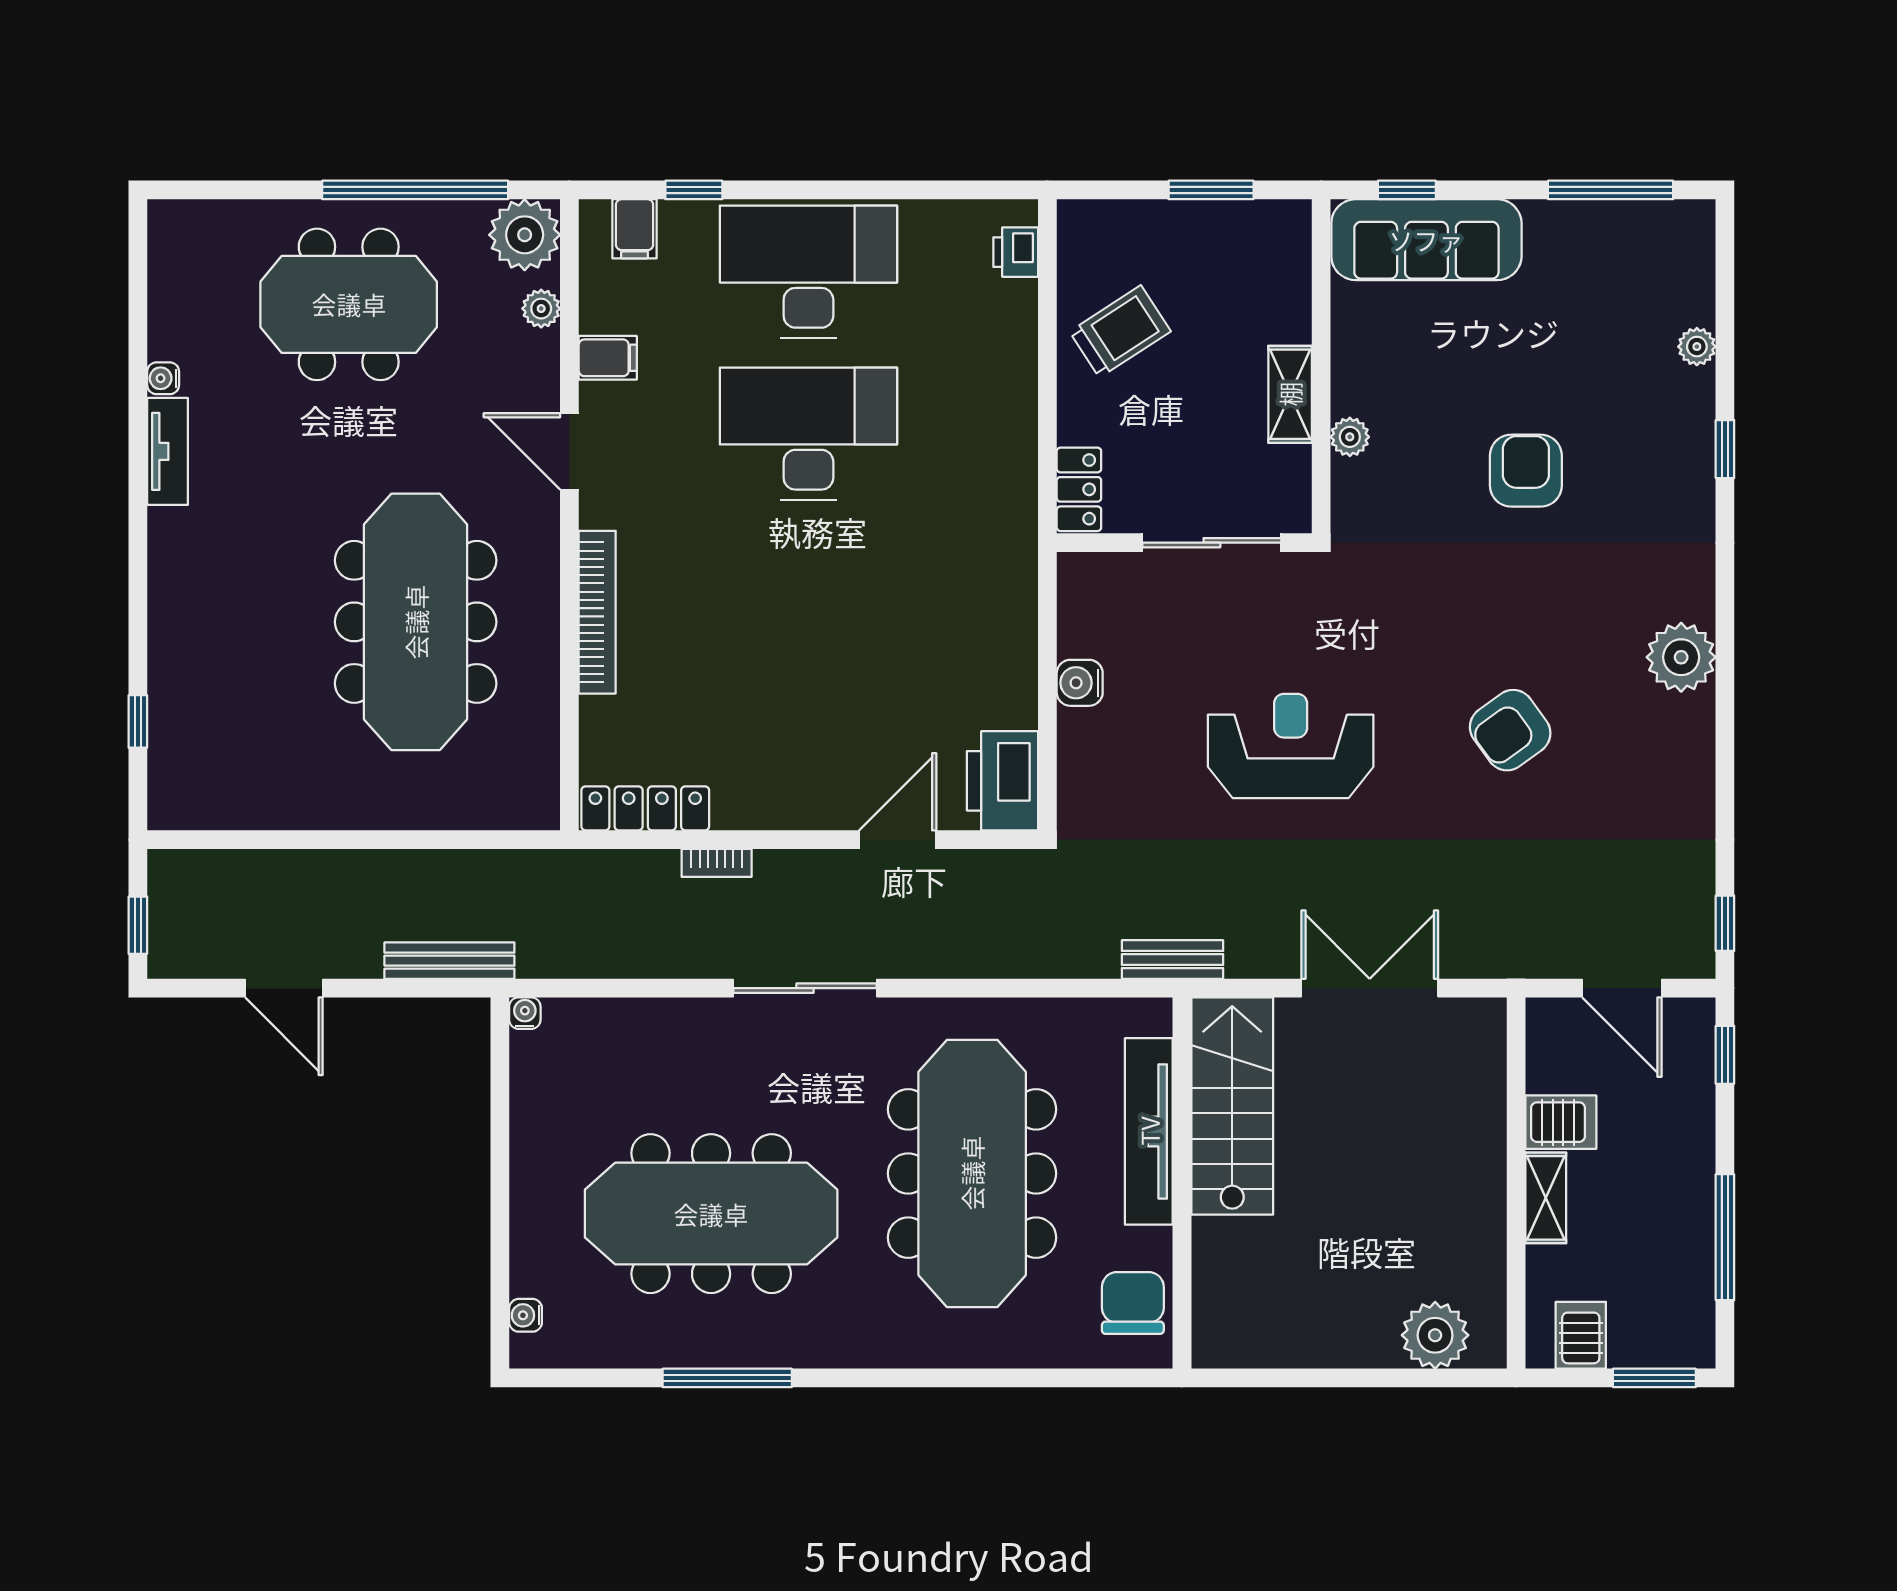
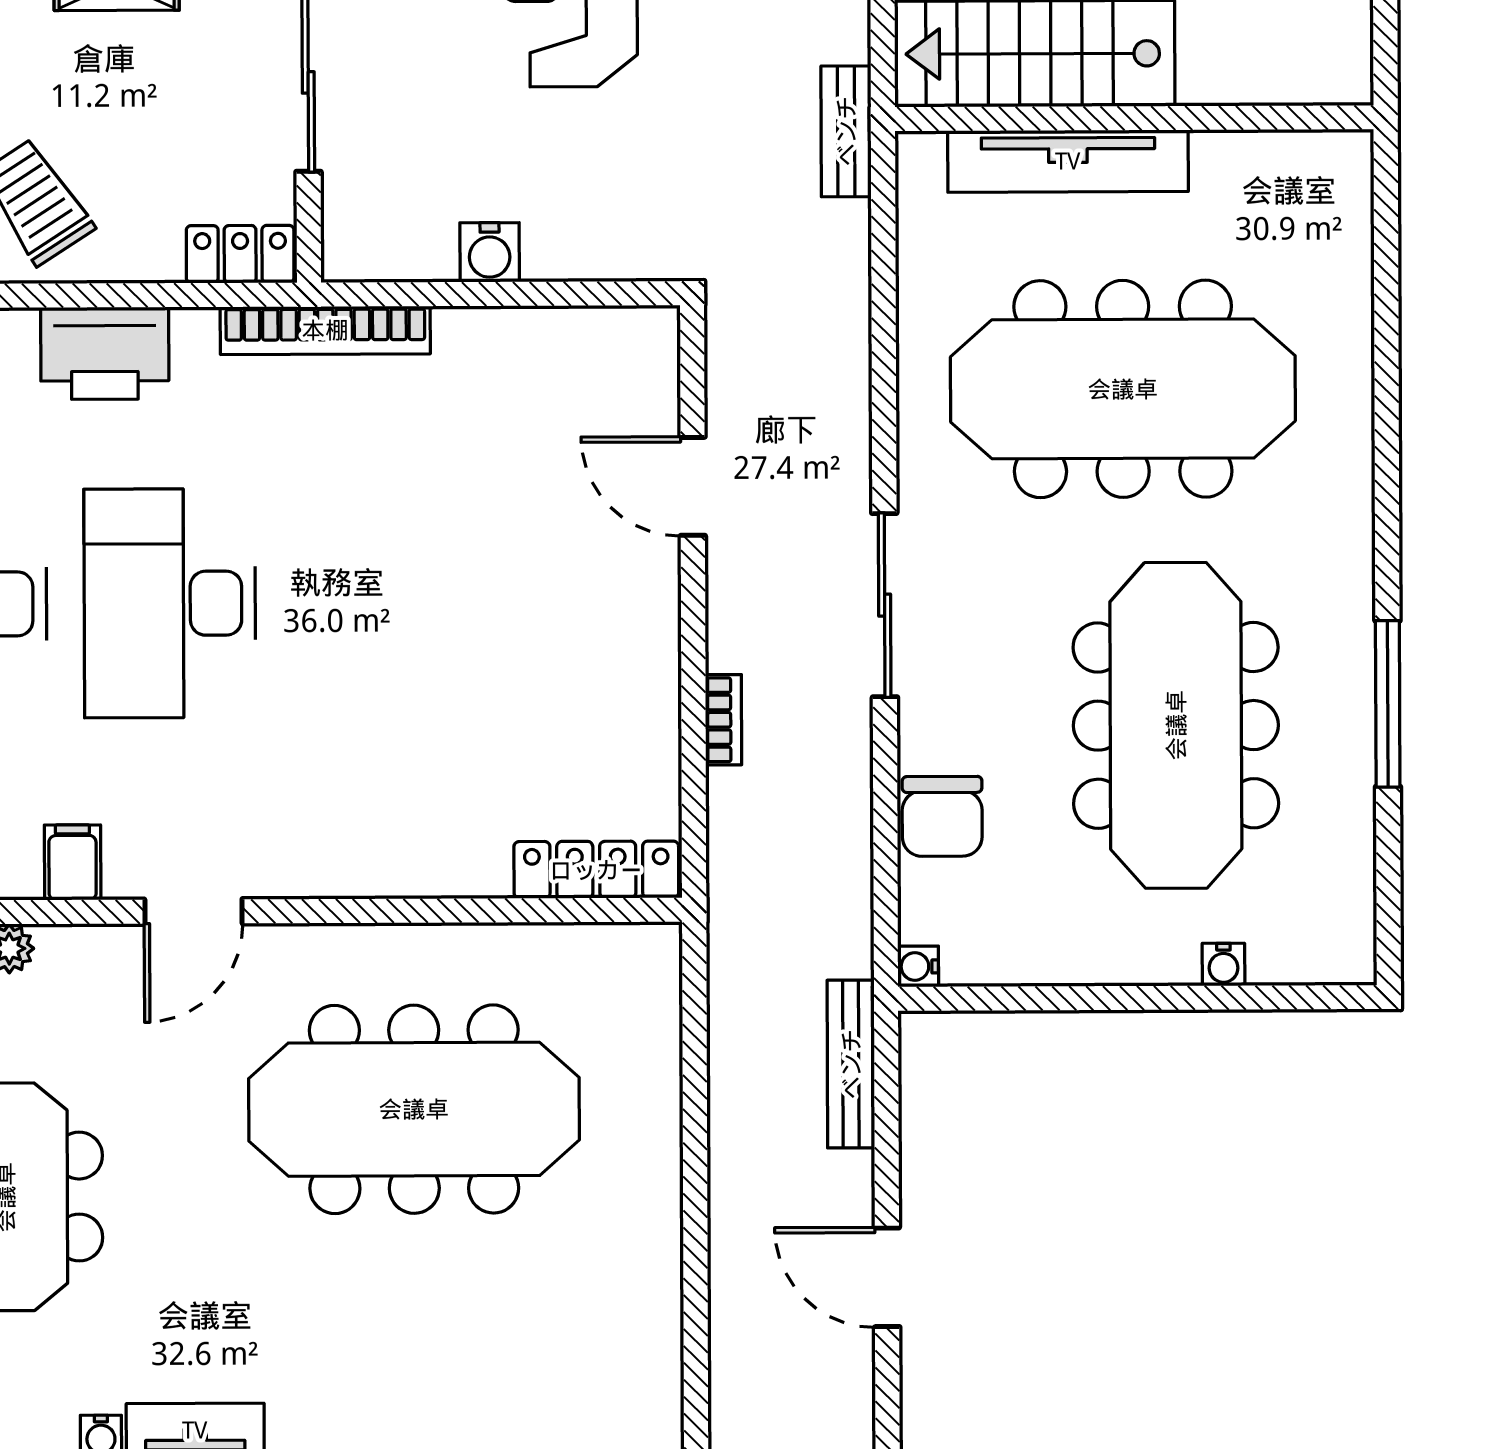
bookcase: (597, 612) -> (325, 330), moved, turned 180
printer: (1003, 781) -> (105, 353), moved
locker: (645, 808) -> (596, 870), moved, turned 90
door: (284, 988) -> (887, 1277), swing flipped
chair: (1133, 1303) -> (942, 816), moved, turned -90
water cooler: (526, 1315) -> (1223, 964), moved

